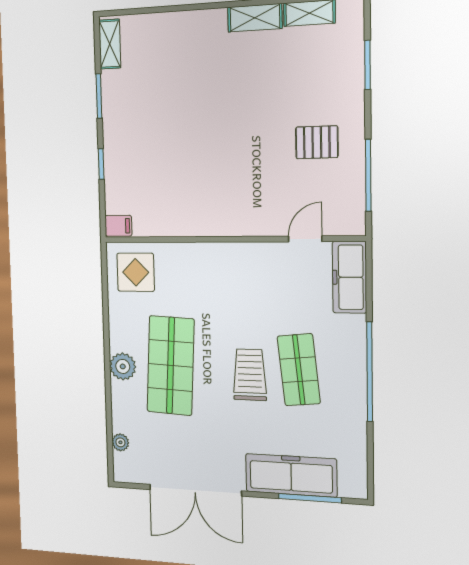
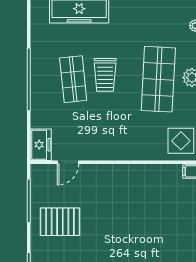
pallet: (317, 142) -> (60, 222), width x1.50, depth x1.42
freezer: (349, 277) -> (41, 145), width x0.71

